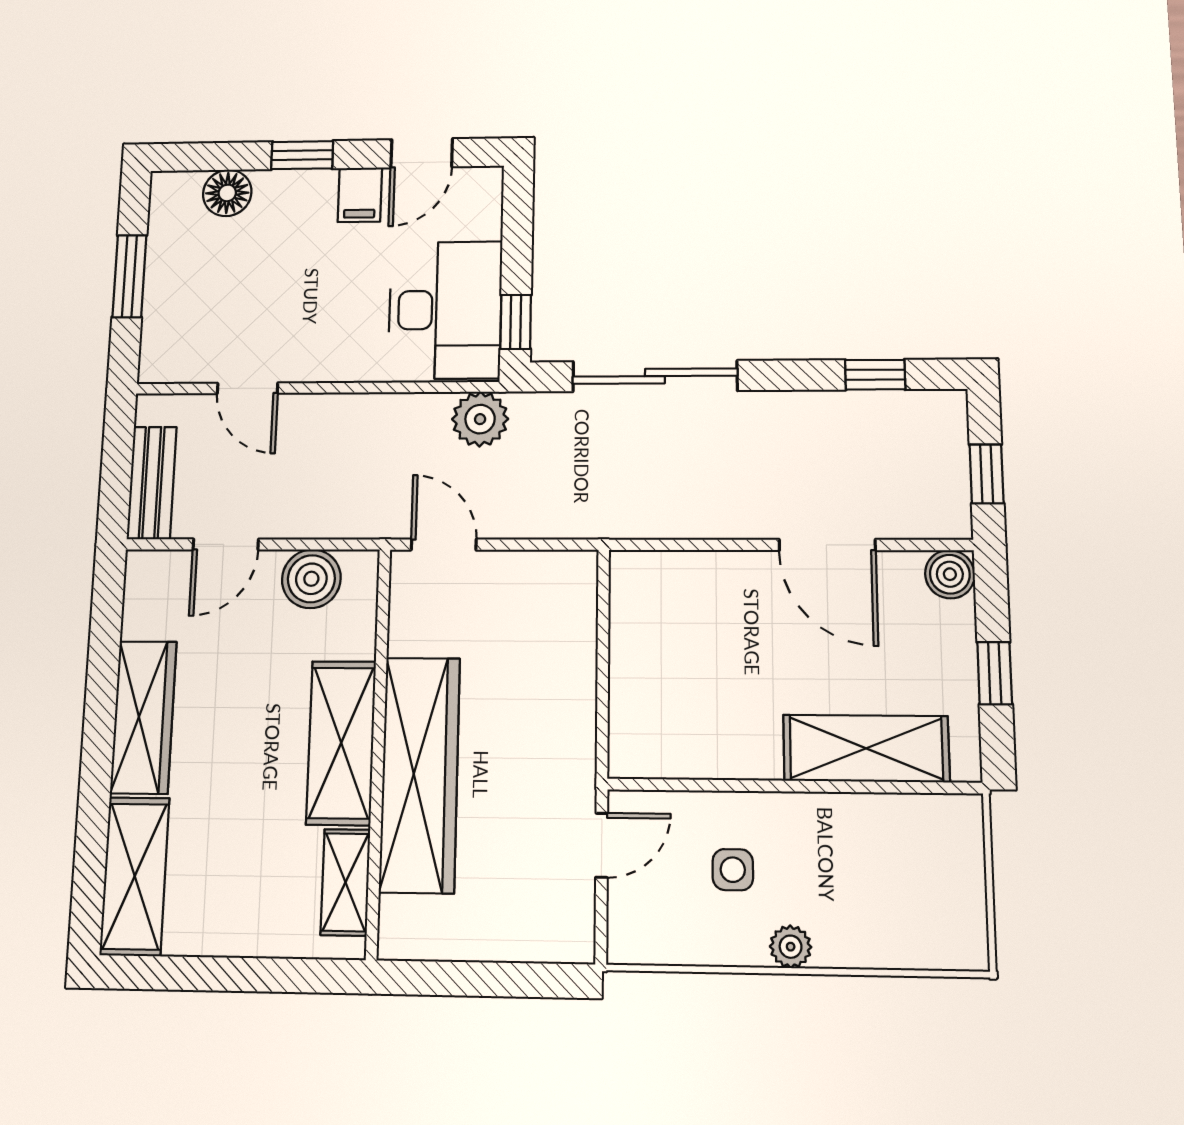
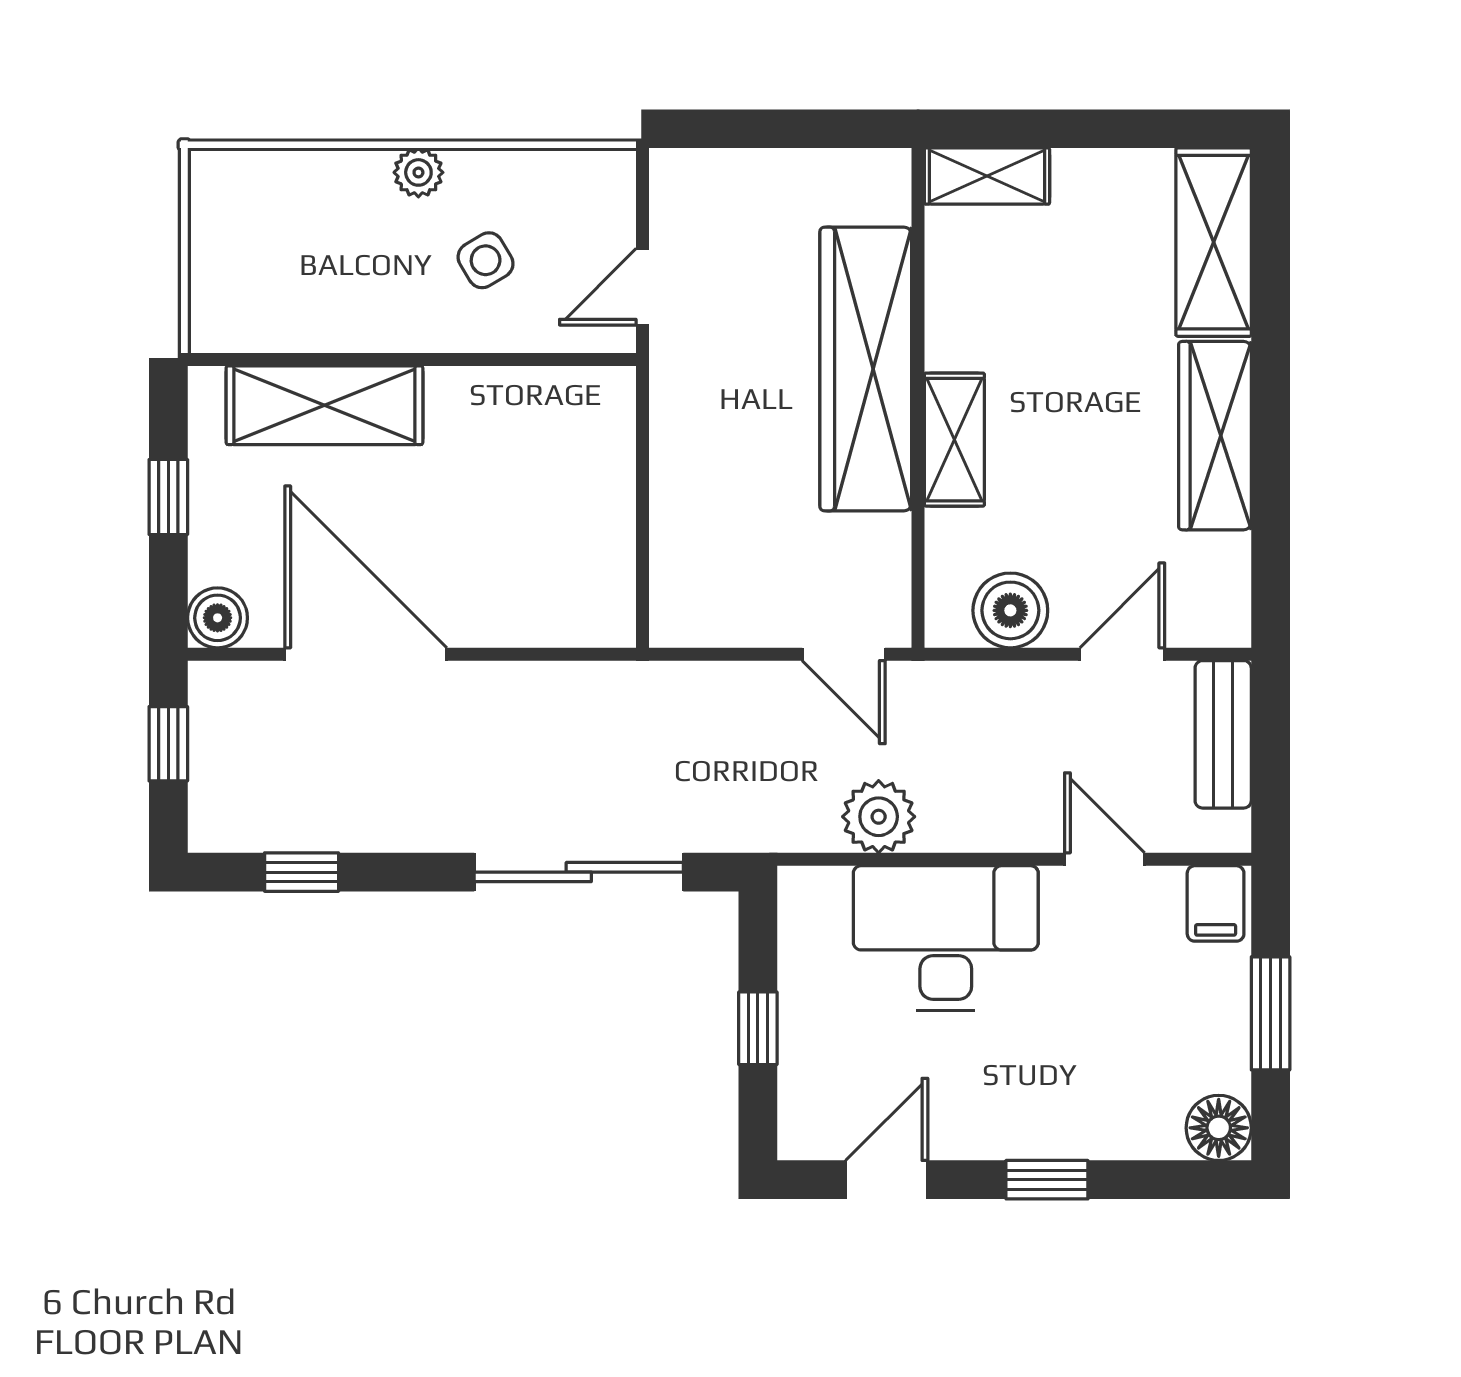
floor lamp: (227, 193) -> (1219, 1128), moved
filing cabinet: (360, 195) -> (1216, 903), moved, turned 180
desk: (445, 310) -> (946, 938), moved, turned 90
window: (516, 322) -> (758, 1028), moved
plant: (480, 419) -> (879, 817), moved
door: (827, 545) -> (366, 654), width x1.36
shelving: (341, 743) -> (954, 440), width x0.67, depth x0.75
side table: (733, 870) -> (486, 260), turned -31
shelving: (346, 882) -> (987, 176), moved, turned 90

